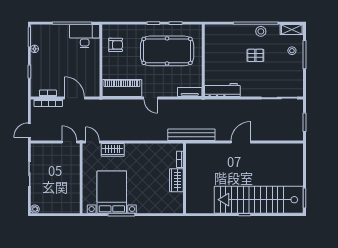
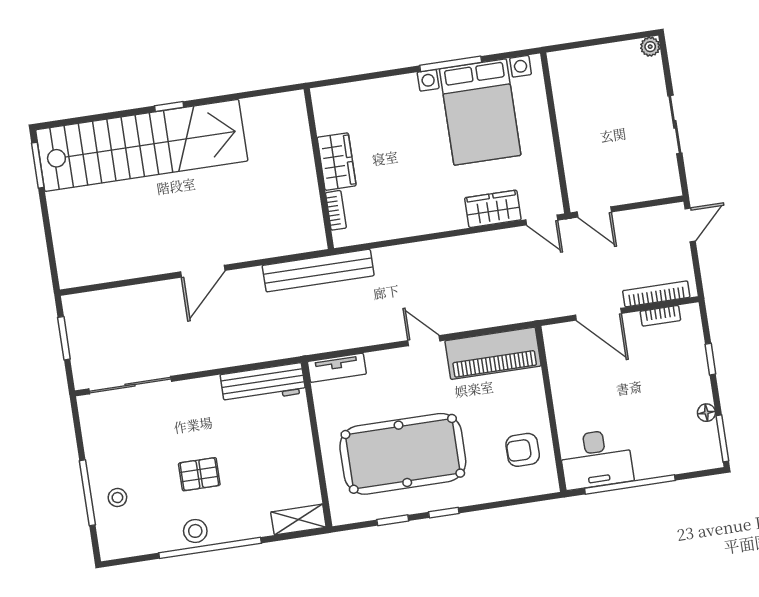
shelving: (292, 30) -> (298, 520), moved

